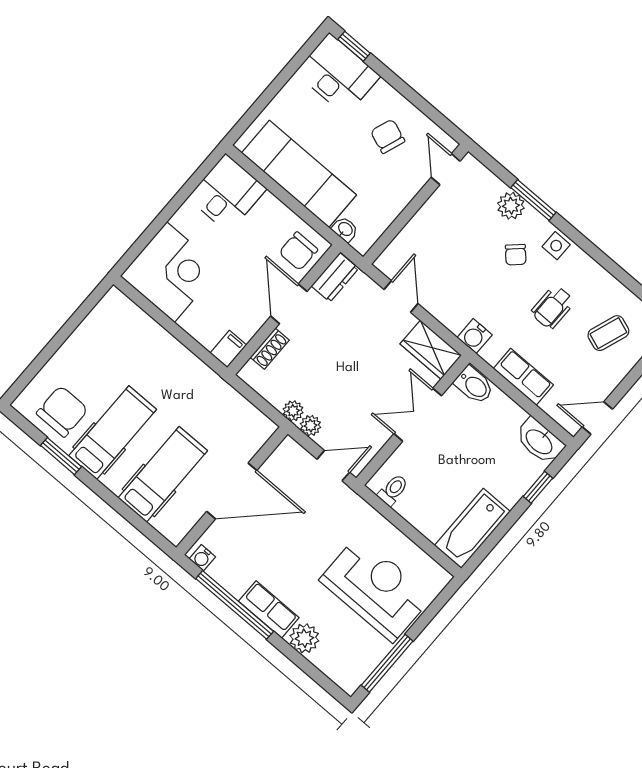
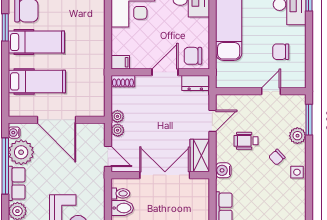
chair: (388, 136) -> (281, 52), turned -110
door: (446, 169) -> (271, 91), moved
window: (533, 200) -> (309, 120), moved
washbasin: (345, 229) -> (221, 69), removed
wheelchair: (553, 307) -> (246, 141), moved
shoe rack: (270, 349) -> (123, 81), moved
bidet: (474, 385) -> (122, 208), moved, turned -90
double door: (418, 415) -> (165, 175), width x1.37
plant: (234, 570) -> (21, 152), added

